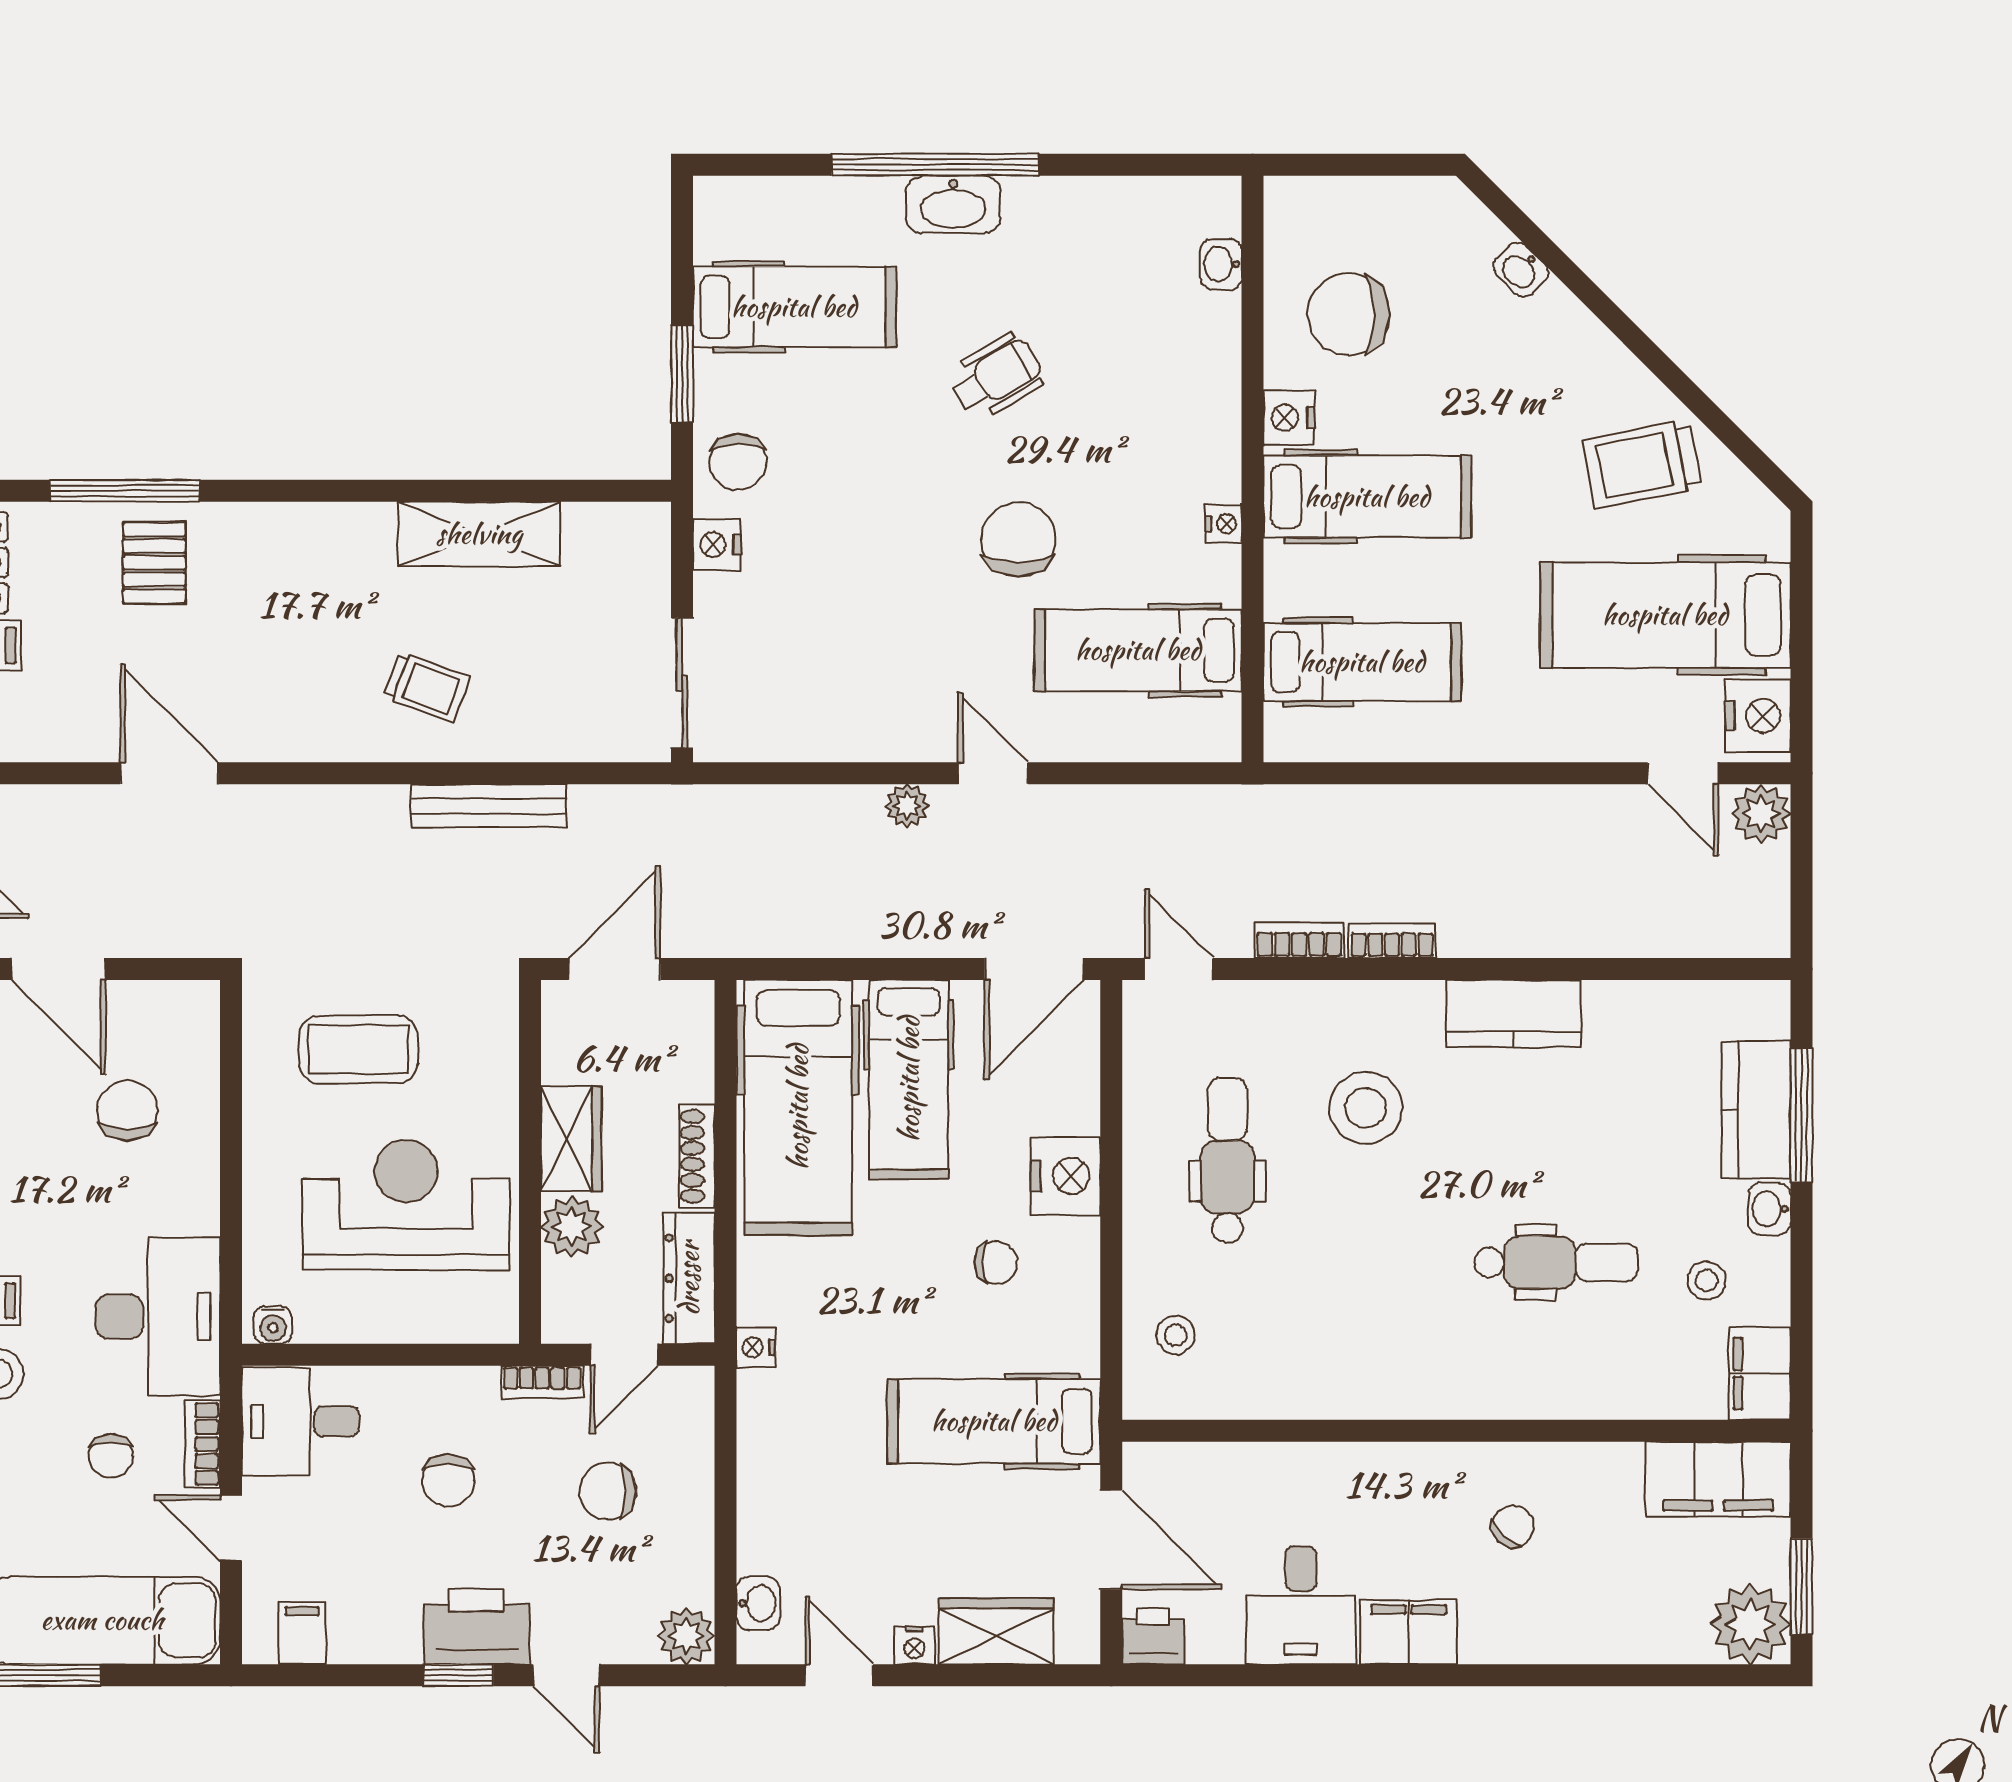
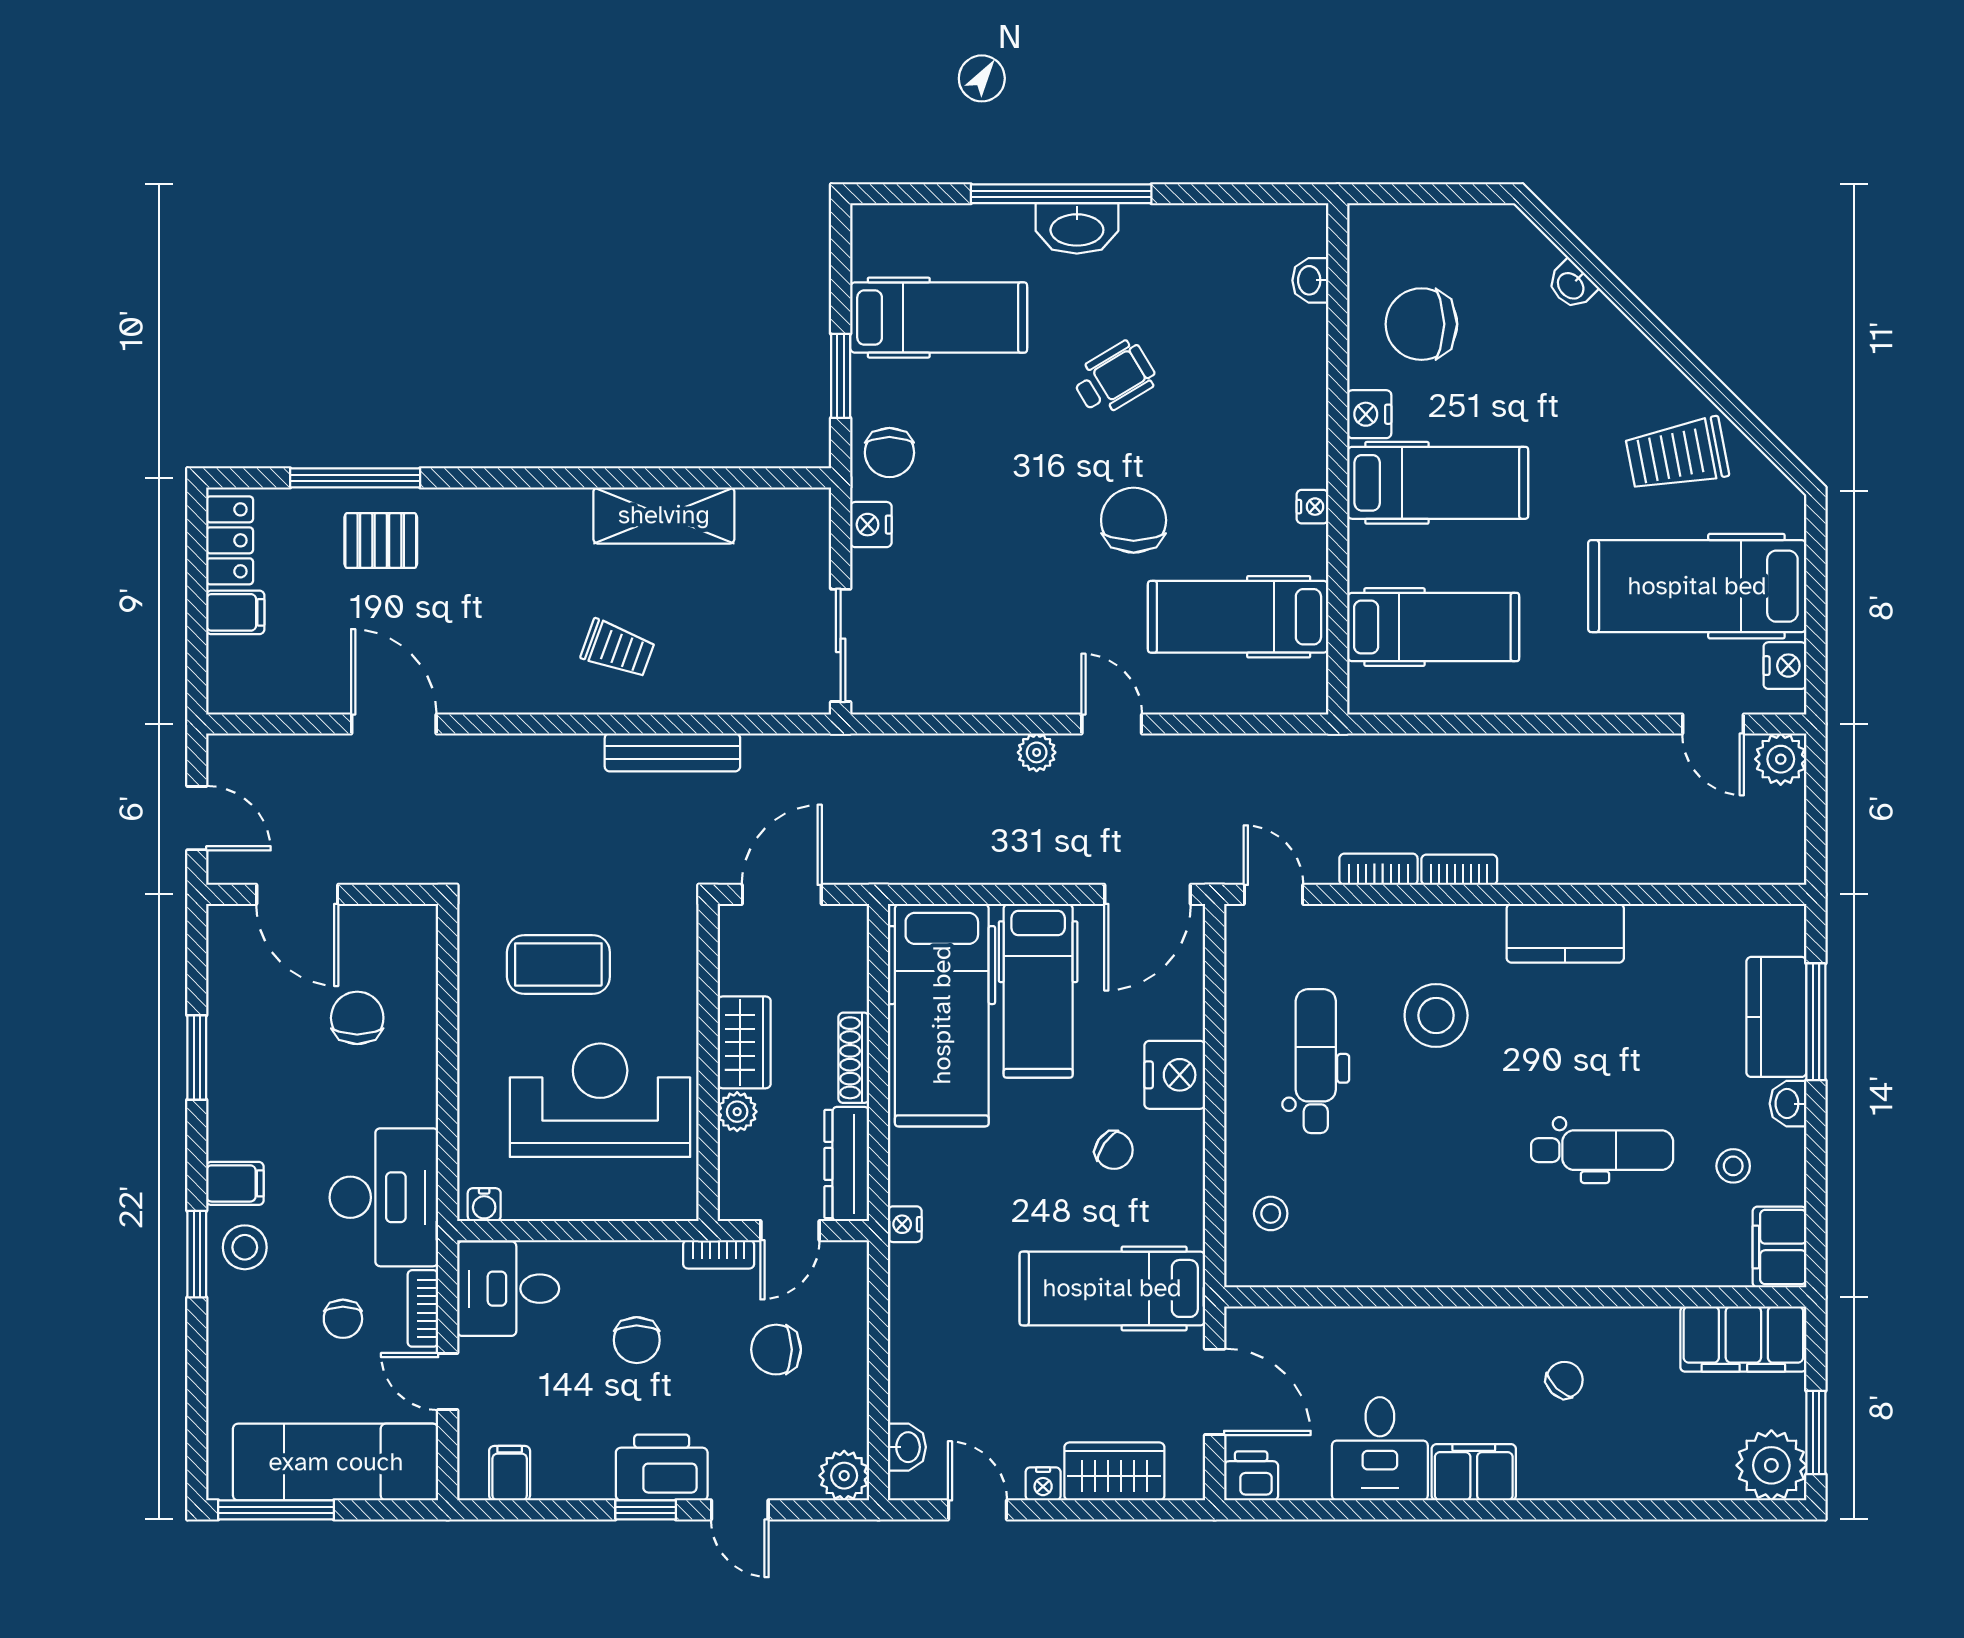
pallet: (154, 563) -> (381, 541), turned 90
nightstand: (1758, 716) -> (1785, 666), width x0.74, depth x0.75
plant: (572, 1227) -> (737, 1112), width x0.73, depth x0.73
chair: (996, 1262) -> (1114, 1150), turned 35

